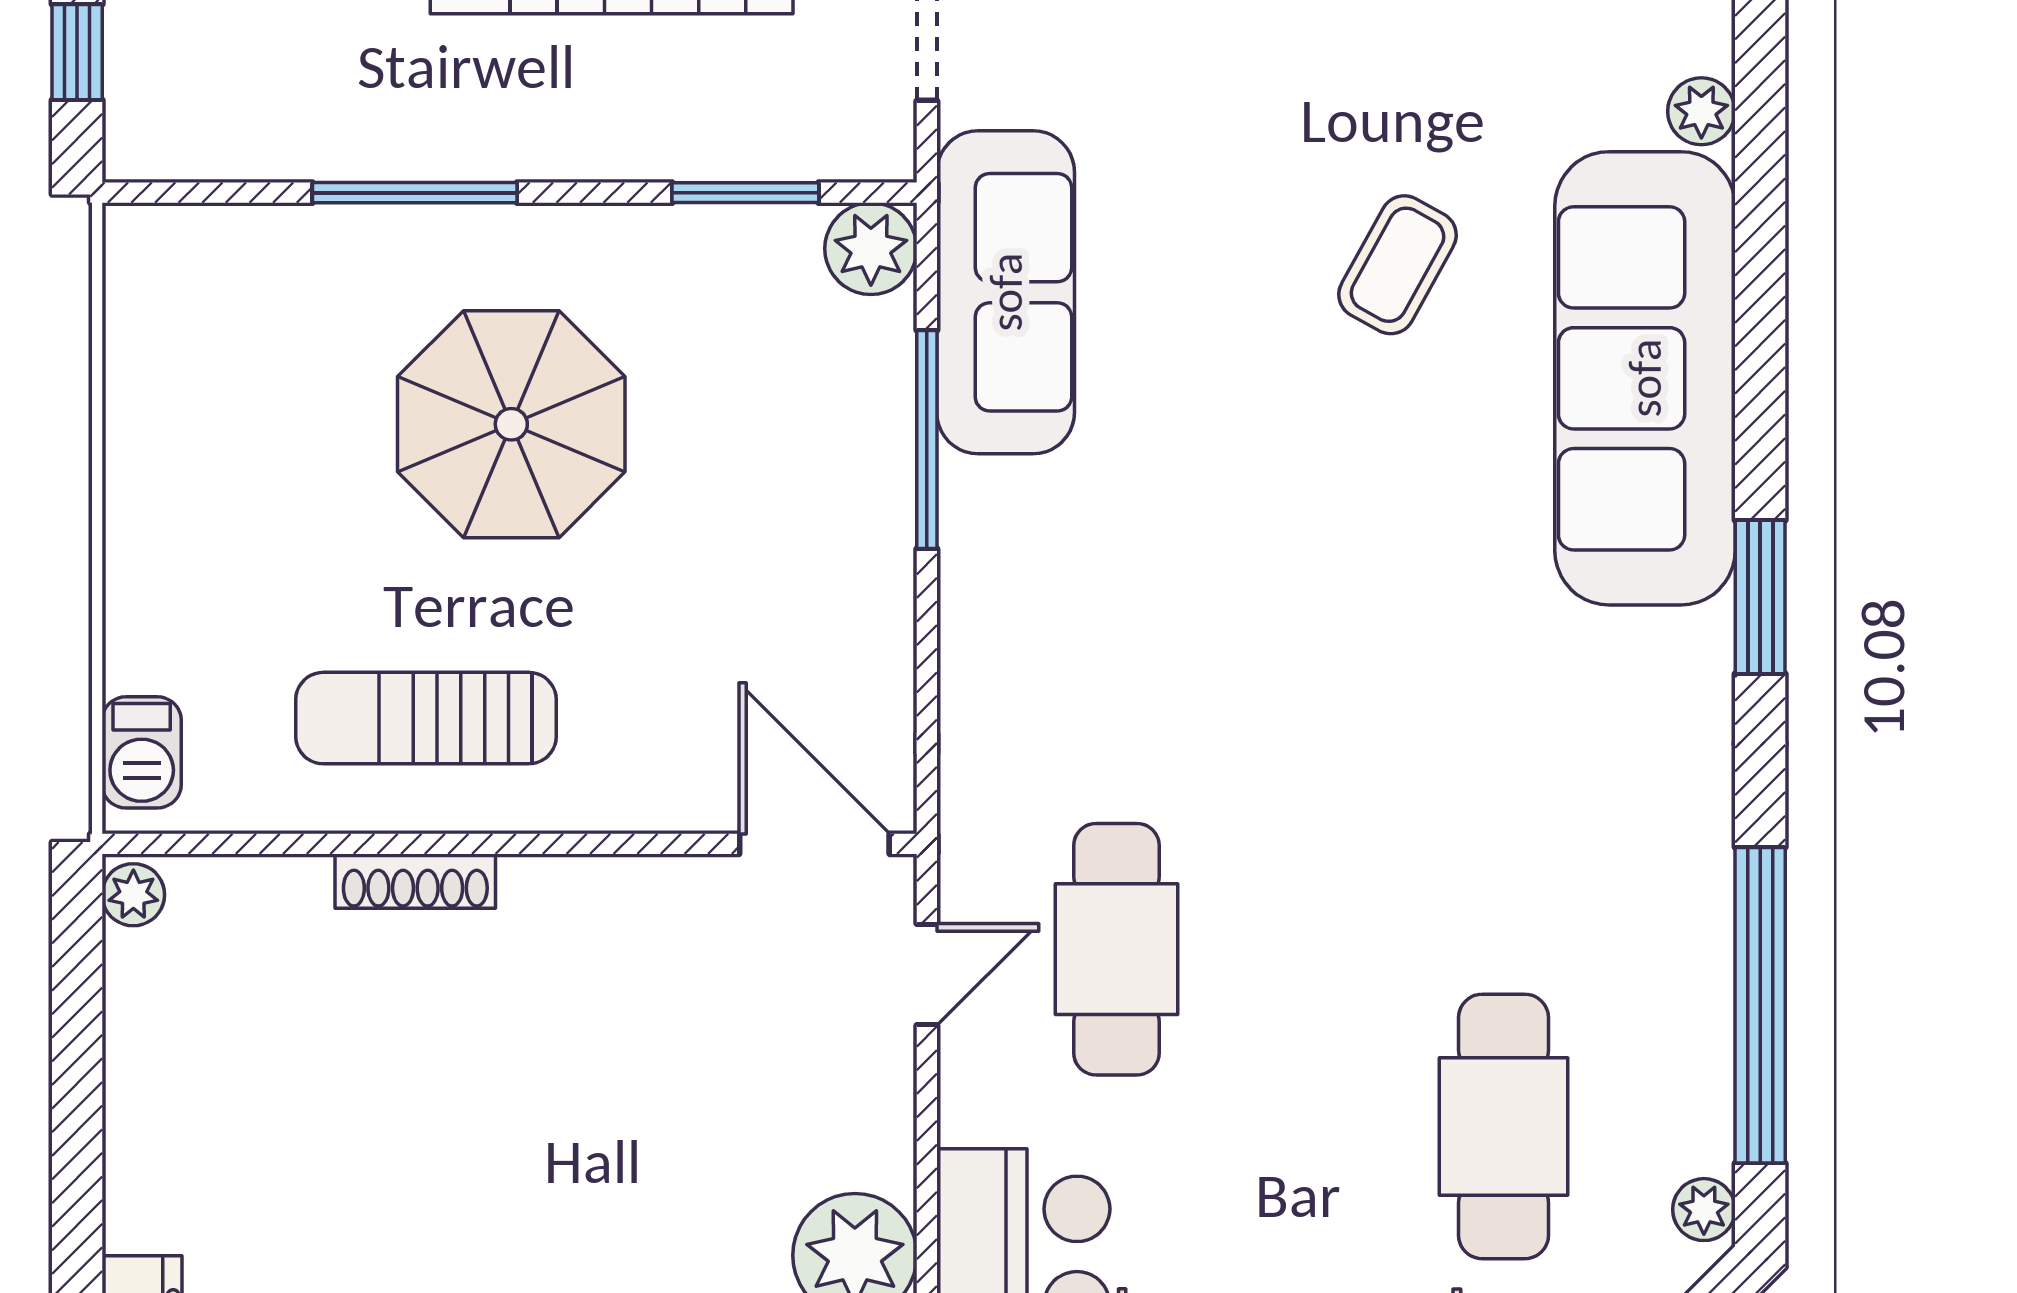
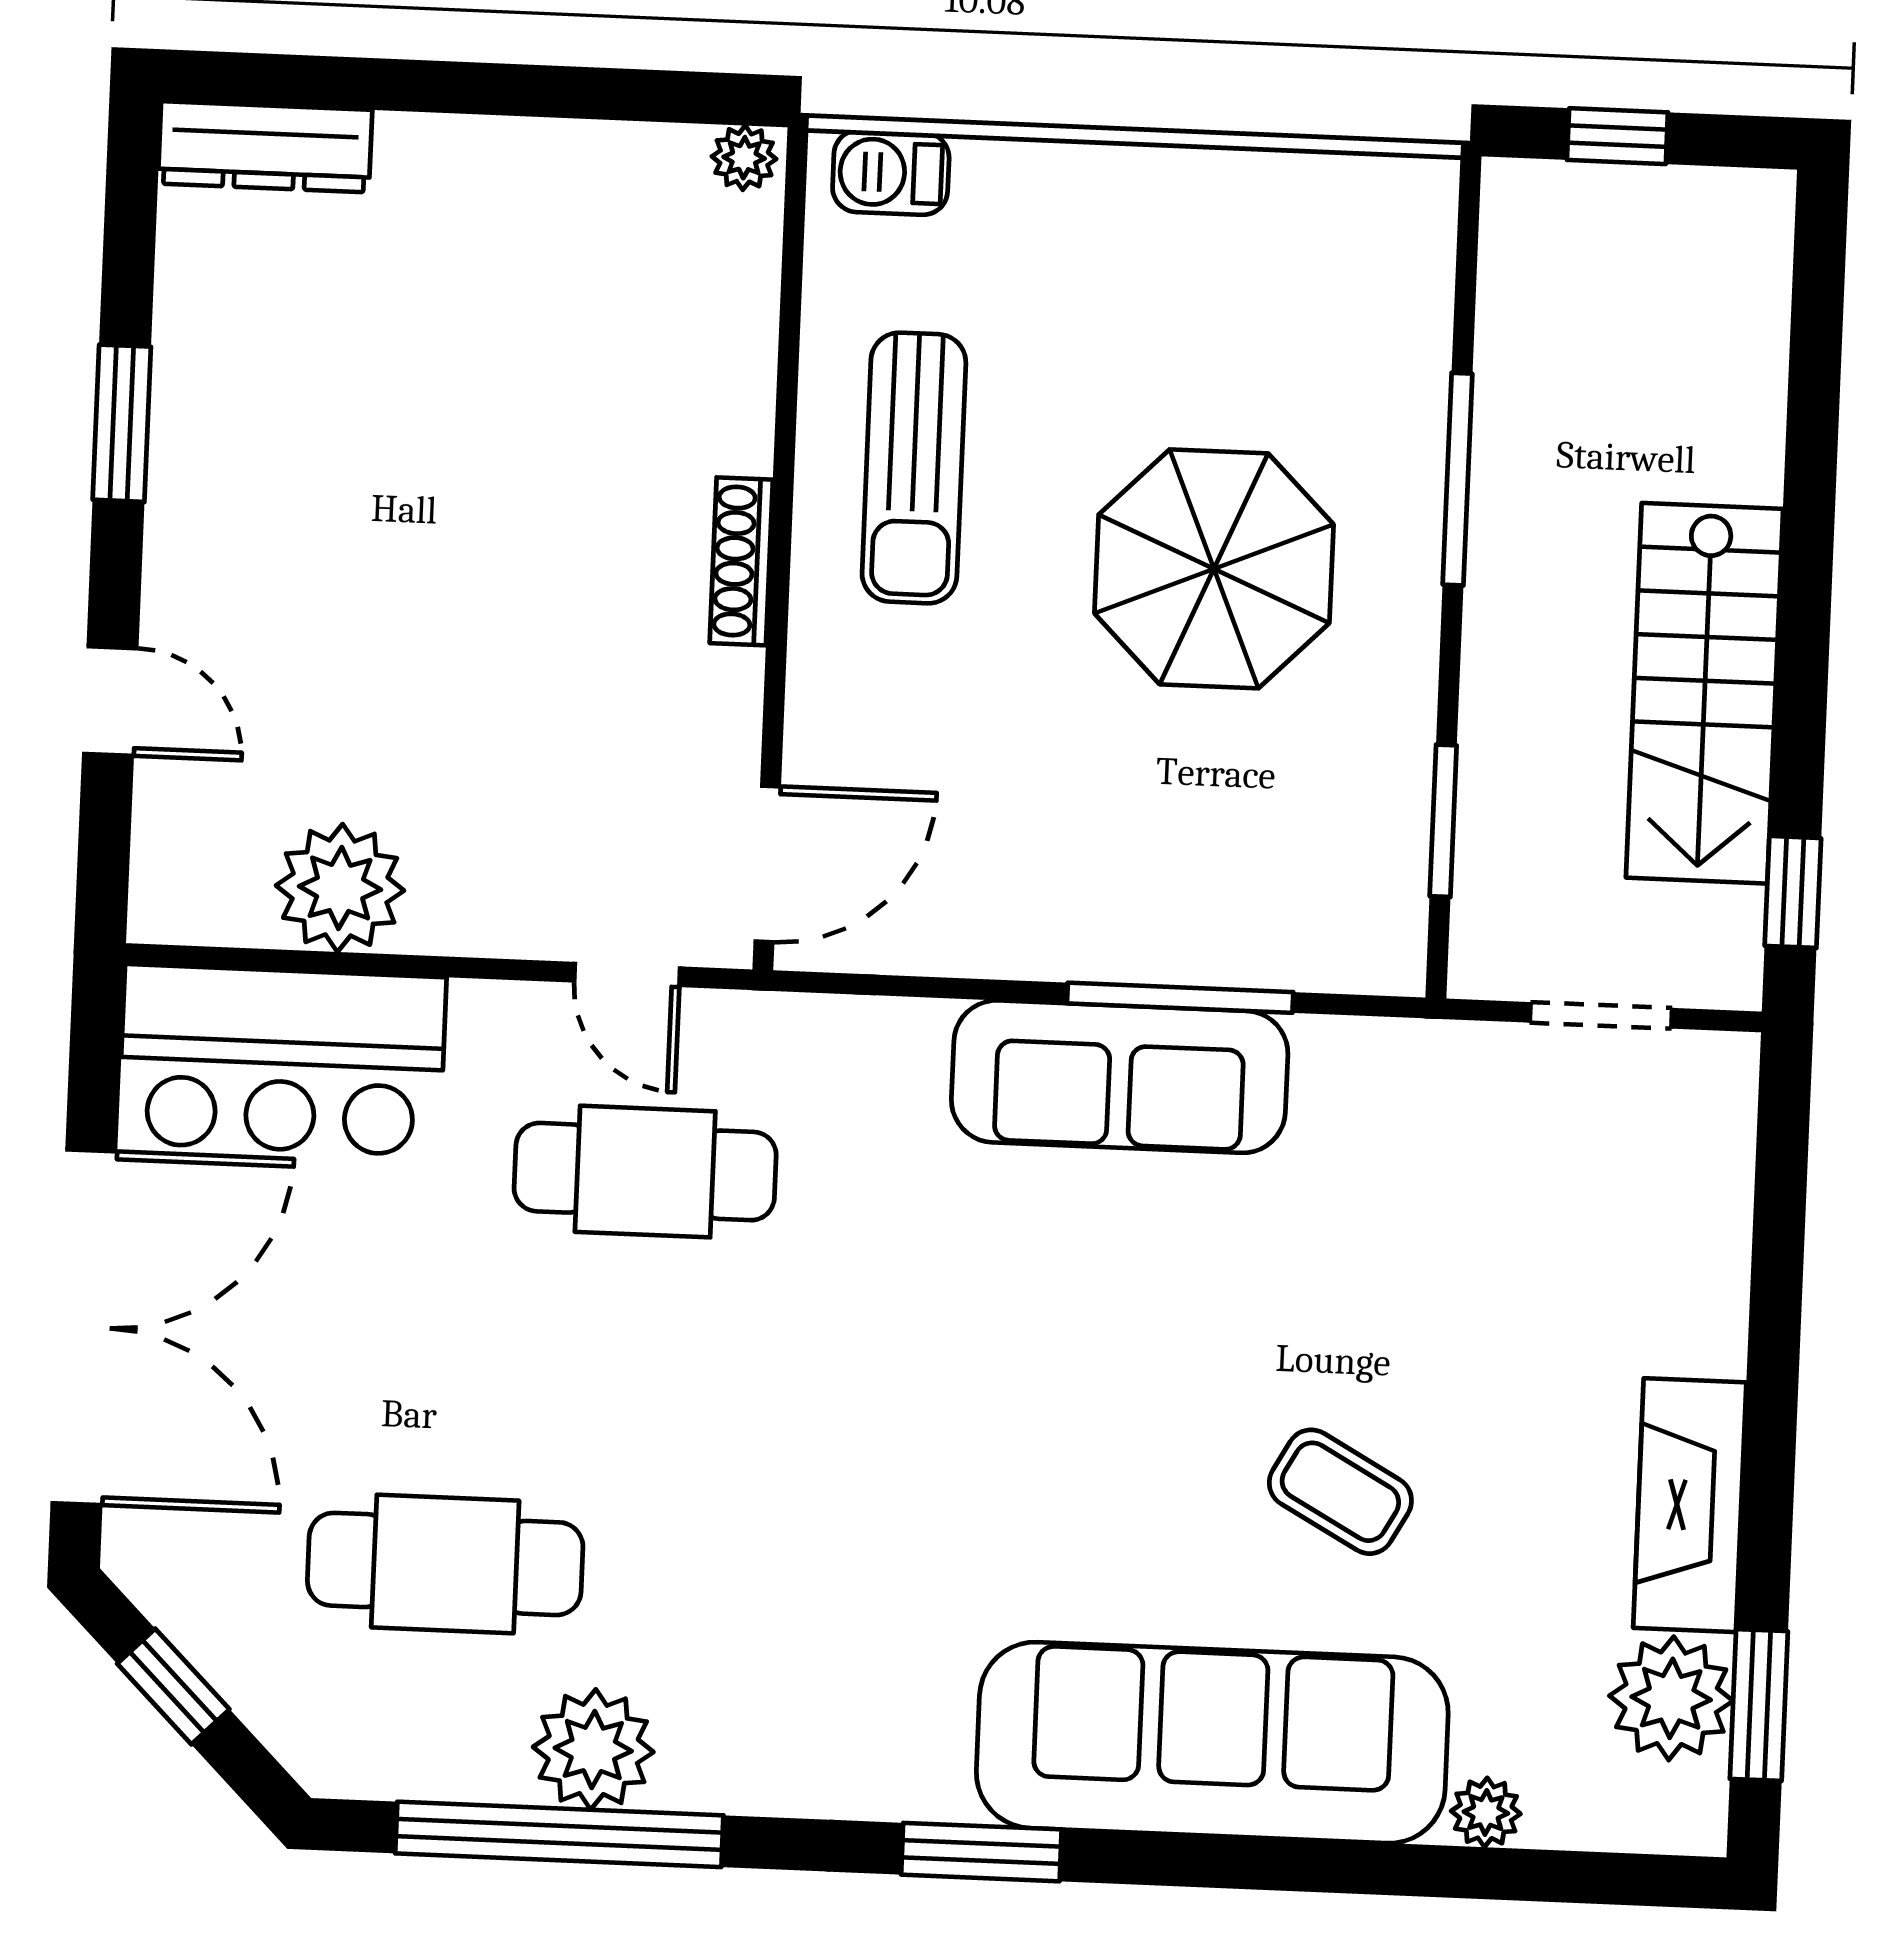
plant: (871, 249) -> (1380, 948), removed
sofa: (1006, 292) -> (1120, 1077), moved
sun lounger: (426, 718) -> (914, 468), turned 180
shoe rack: (415, 881) -> (741, 561), moved
plant: (1704, 1210) -> (593, 1749), moved, width x1.88, depth x1.88

